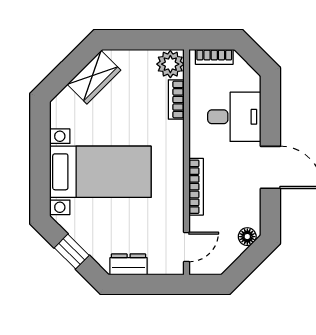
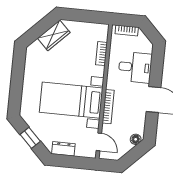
plant: (170, 64) -> (100, 32), removed
bed with nightstands: (100, 172) -> (71, 100), moved, turned 180
door: (186, 247) -> (99, 142), hinge flipped

